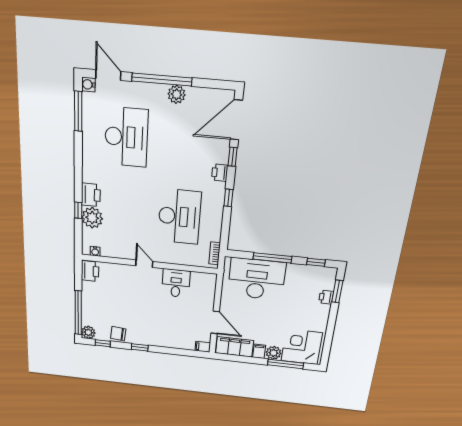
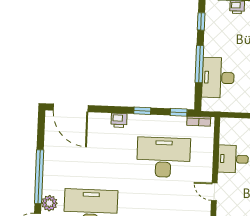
plant: (177, 94) -> (49, 203), moved
window: (233, 157) -> (179, 112), moved
door: (144, 264) -> (214, 192), hinge flipped
desk: (257, 279) -> (218, 78), width x0.73, depth x0.77

